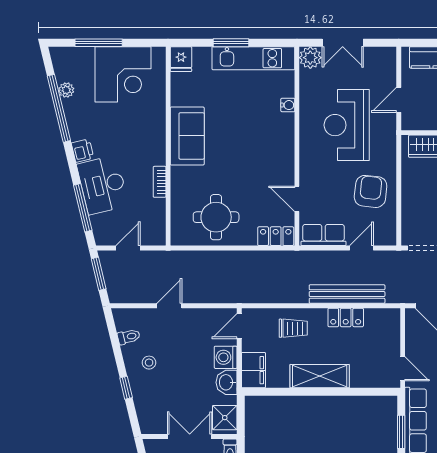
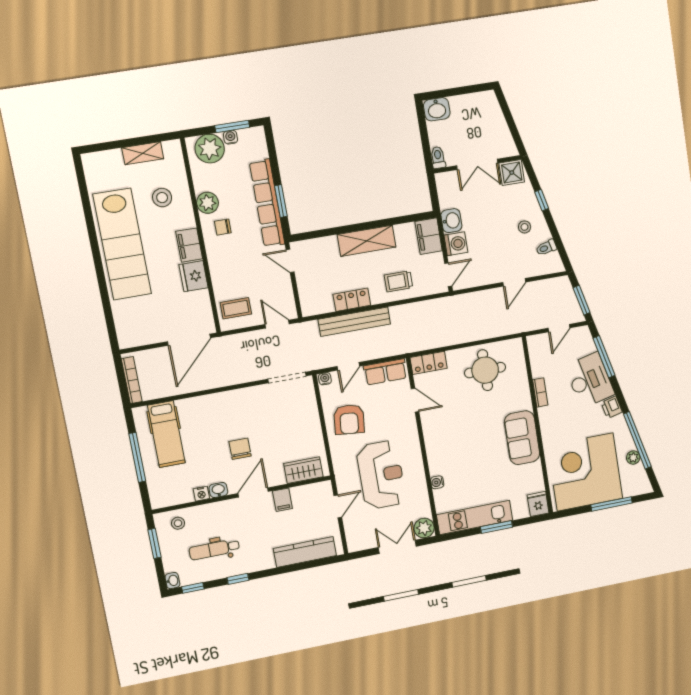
corner desk: (123, 74) -> (585, 472), width x1.36, depth x1.36
water cooler: (388, 239) -> (325, 379), added
shower: (225, 418) -> (512, 173), moved

